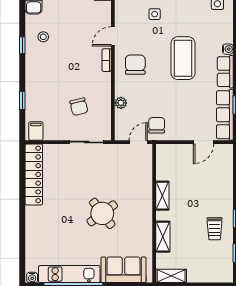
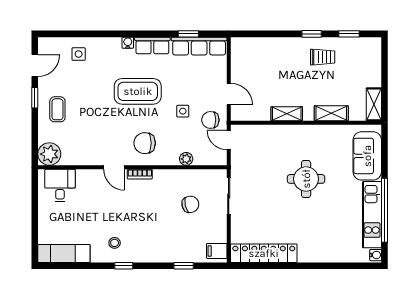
side table: (155, 14) -> (183, 111), moved
door: (203, 142) -> (229, 94), moved
round table: (102, 213) -> (306, 179), turned 37

